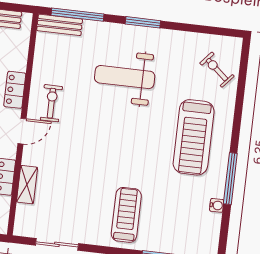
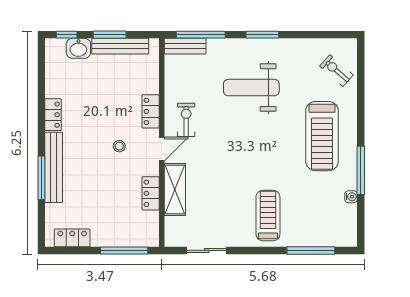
shelving: (27, 185) -> (175, 189), width x1.50, depth x1.33

